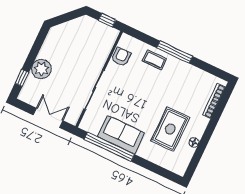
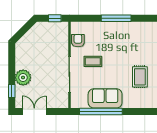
coffee table: (154, 60) -> (93, 61), moved
double door: (48, 118) -> (34, 111), moved
rug: (170, 129) -> (140, 77), width x0.73, depth x0.70

